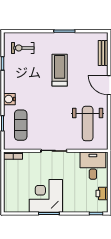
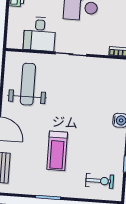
exercise mat: (21, 125) -> (109, 88), removed
desk: (93, 166) -> (40, 34), moved

